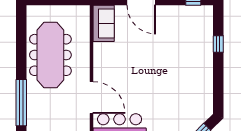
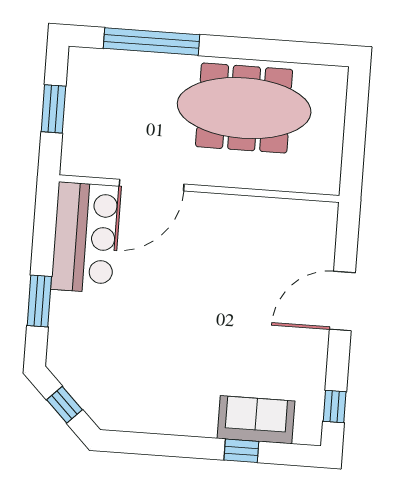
sofa: (104, 23) -> (256, 420), moved, turned 180

